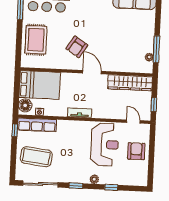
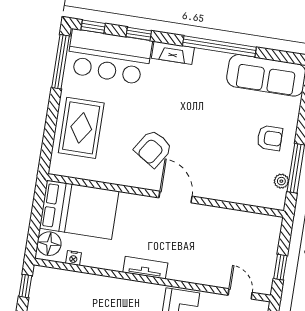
armchair: (140, 34) -> (270, 138), added
wardrobe: (130, 83) -> (242, 223), removed
row of seats: (37, 125) -> (66, 281), removed

